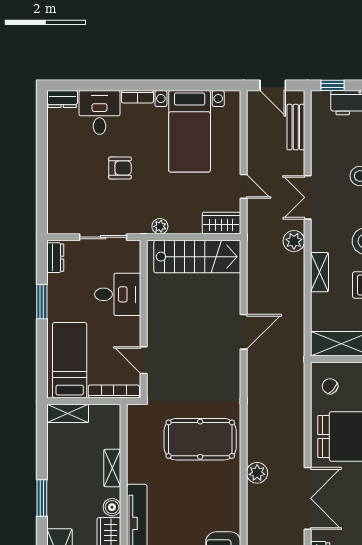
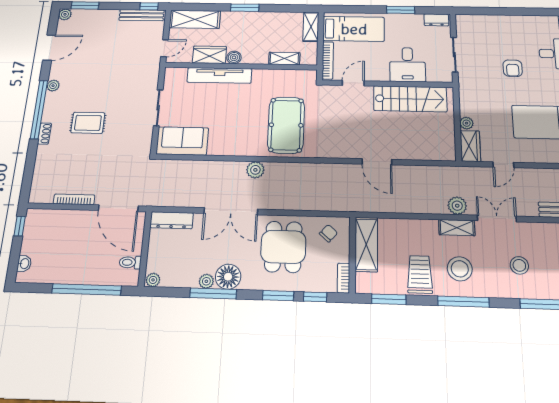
plant: (160, 226) -> (467, 123), moved
stairs: (197, 257) -> (410, 99), moved, turned -90
shelving: (319, 272) -> (457, 228), moved
shelving: (112, 468) -> (284, 59), moved

